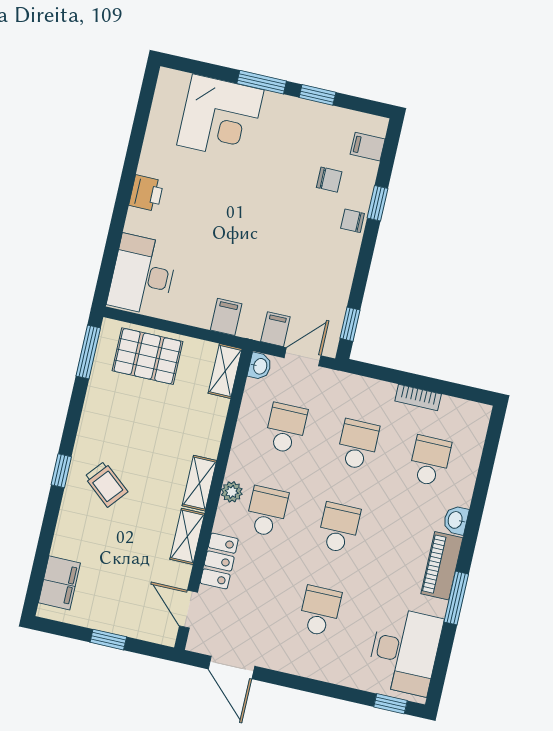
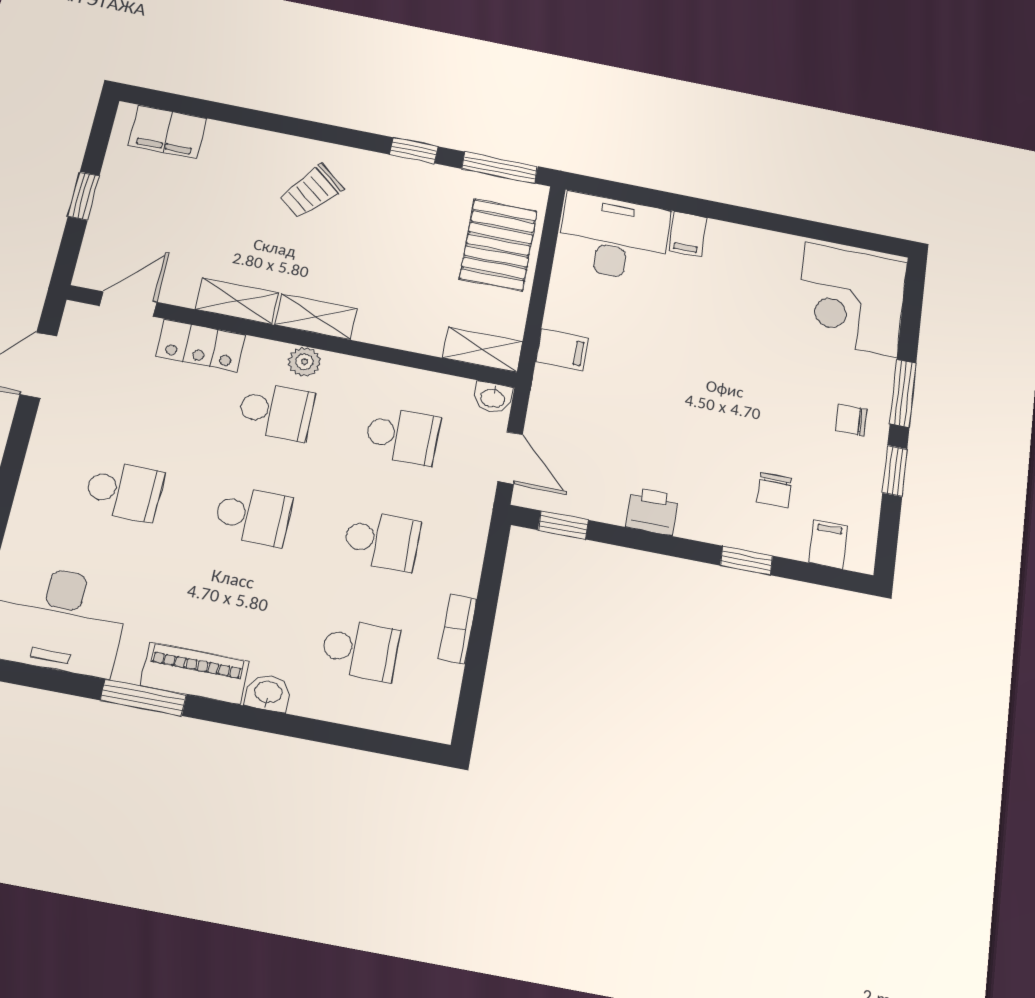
corner desk: (220, 117) -> (851, 299), moved
printer: (146, 193) -> (652, 511), moved, turned 180
chair: (353, 221) -> (851, 420), moved, turned -90
filing cabinet: (275, 329) -> (688, 234), moved, turned 90
window: (61, 471) -> (414, 150), moved

